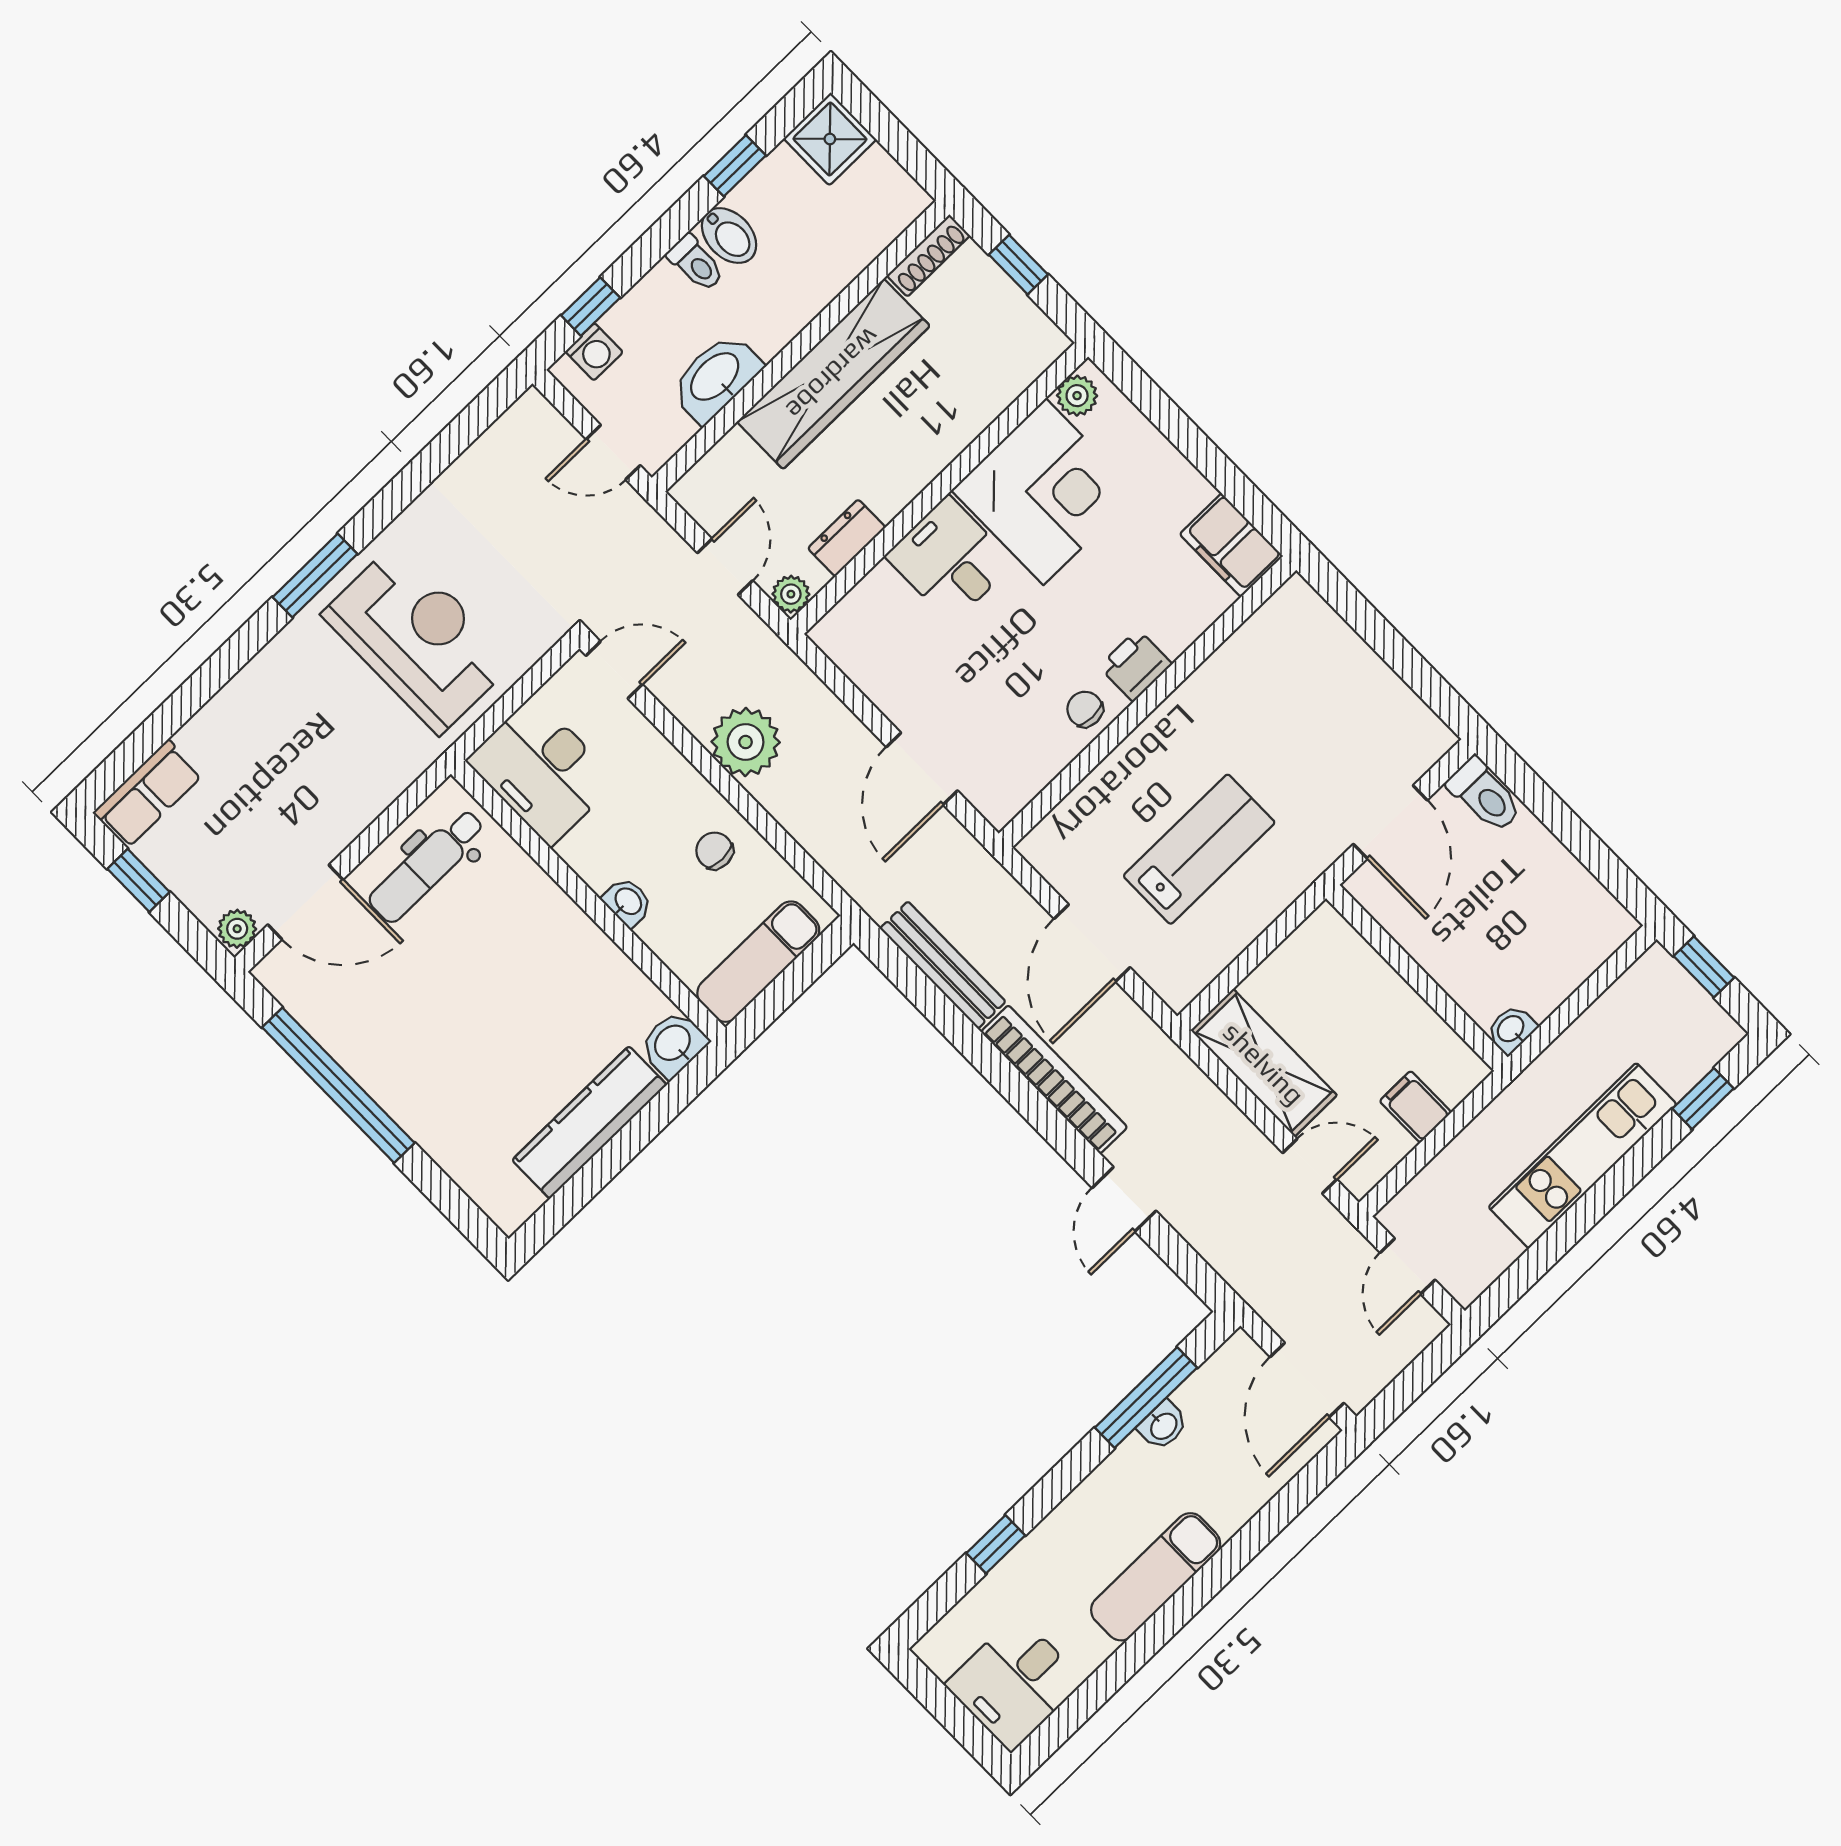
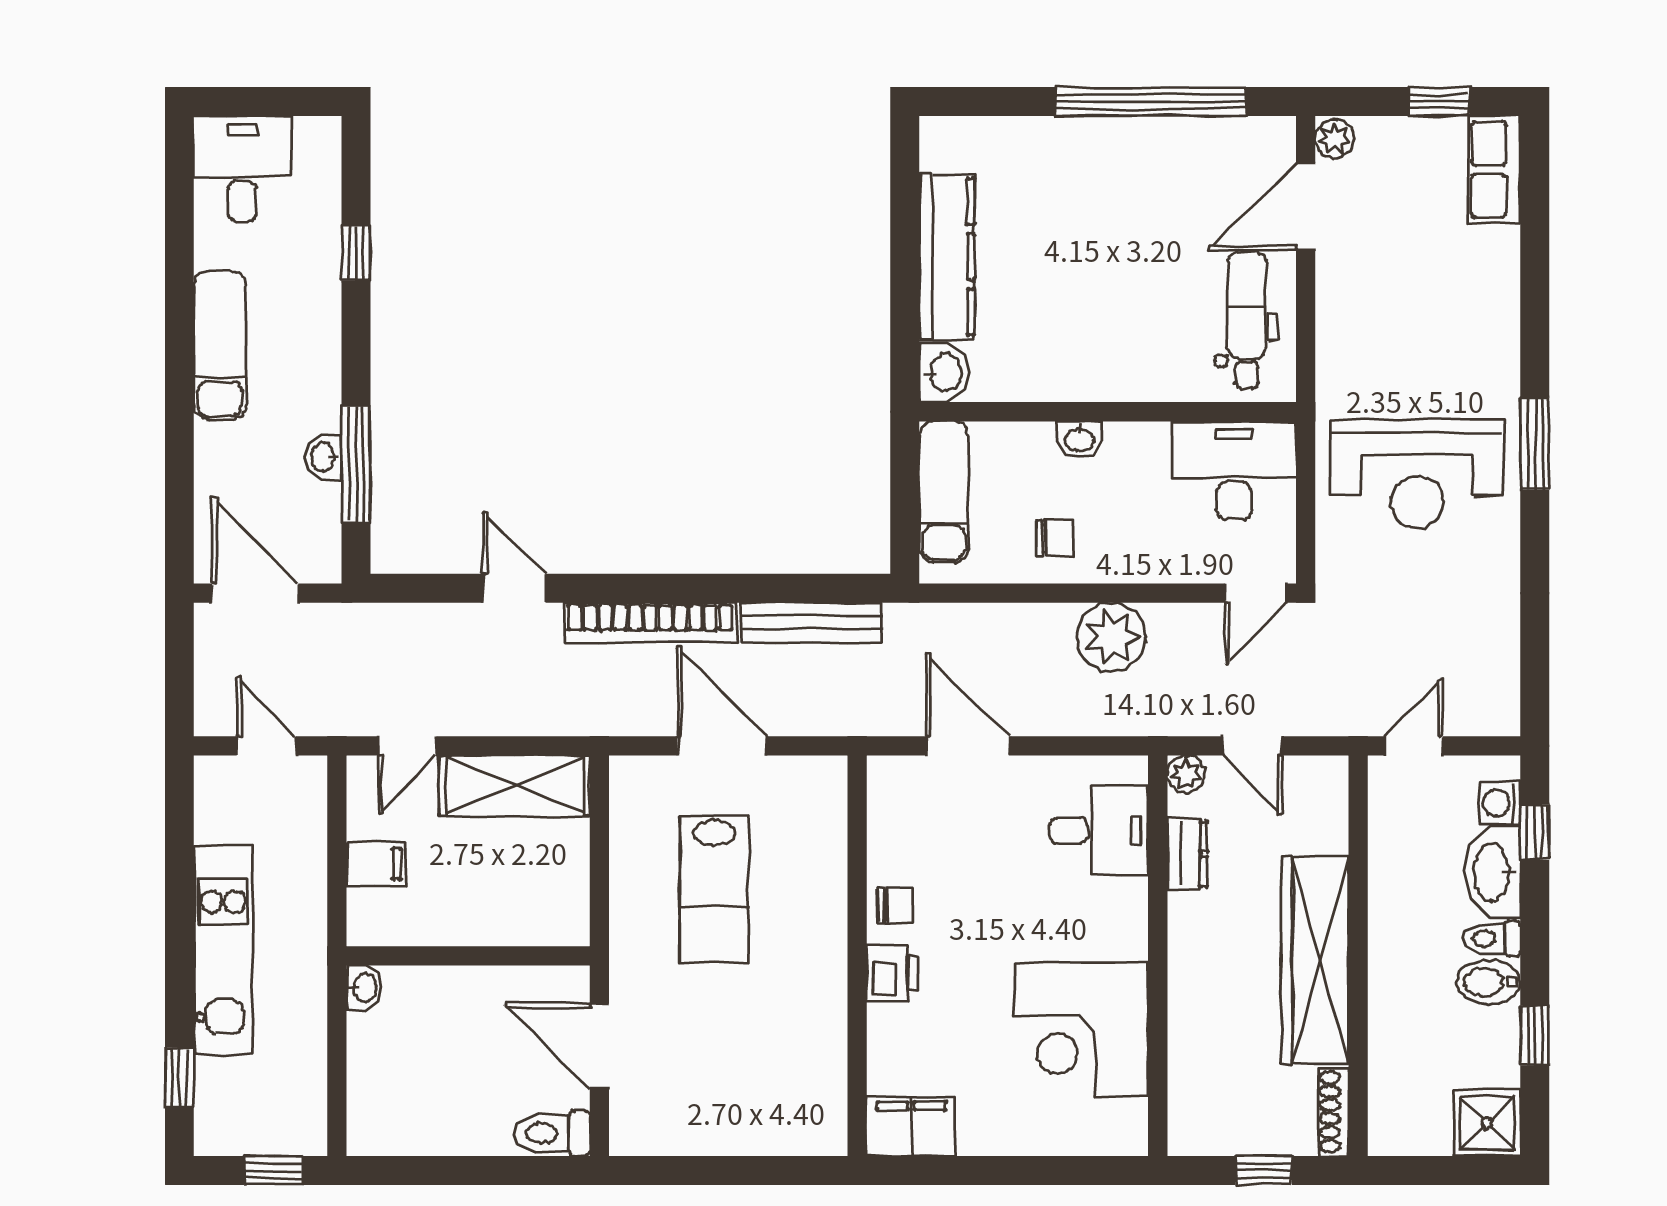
washbasin: (716, 378) -> (1493, 872), moved, turned 180
plant: (1077, 396) -> (1128, 1121), removed
desk: (950, 560) -> (1099, 831), moved

